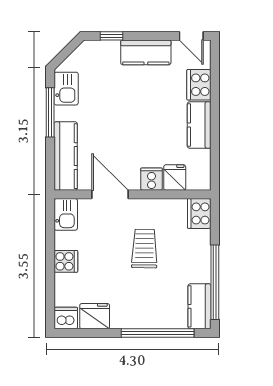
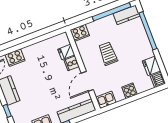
kitchen counter: (199, 125) -> (35, 50), removed
trolley: (144, 249) -> (108, 54), turned 89

